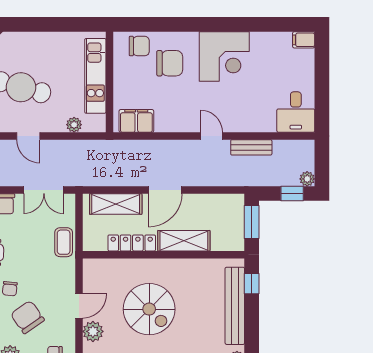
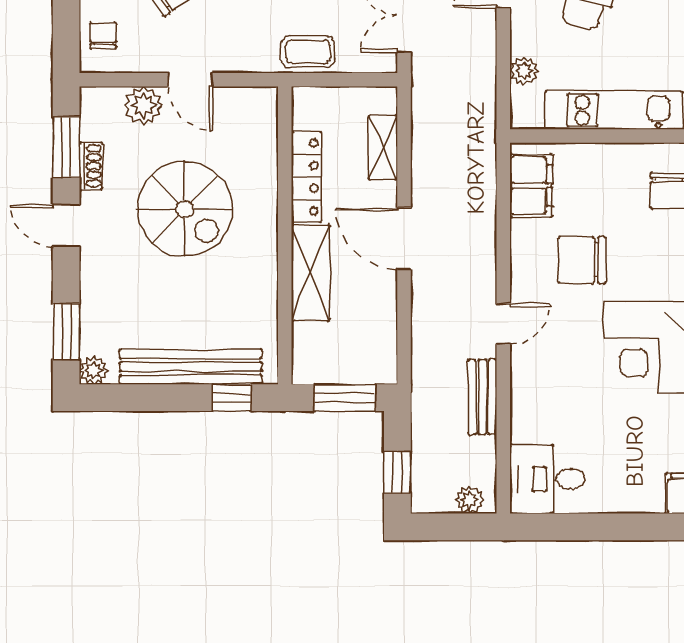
chair: (170, 63) -> (582, 260), moved, turned 90
plant: (307, 179) -> (469, 500), moved
shelving: (116, 204) -> (383, 147), width x0.67, depth x0.75
spiral stairs: (149, 309) -> (185, 209), turned -90

